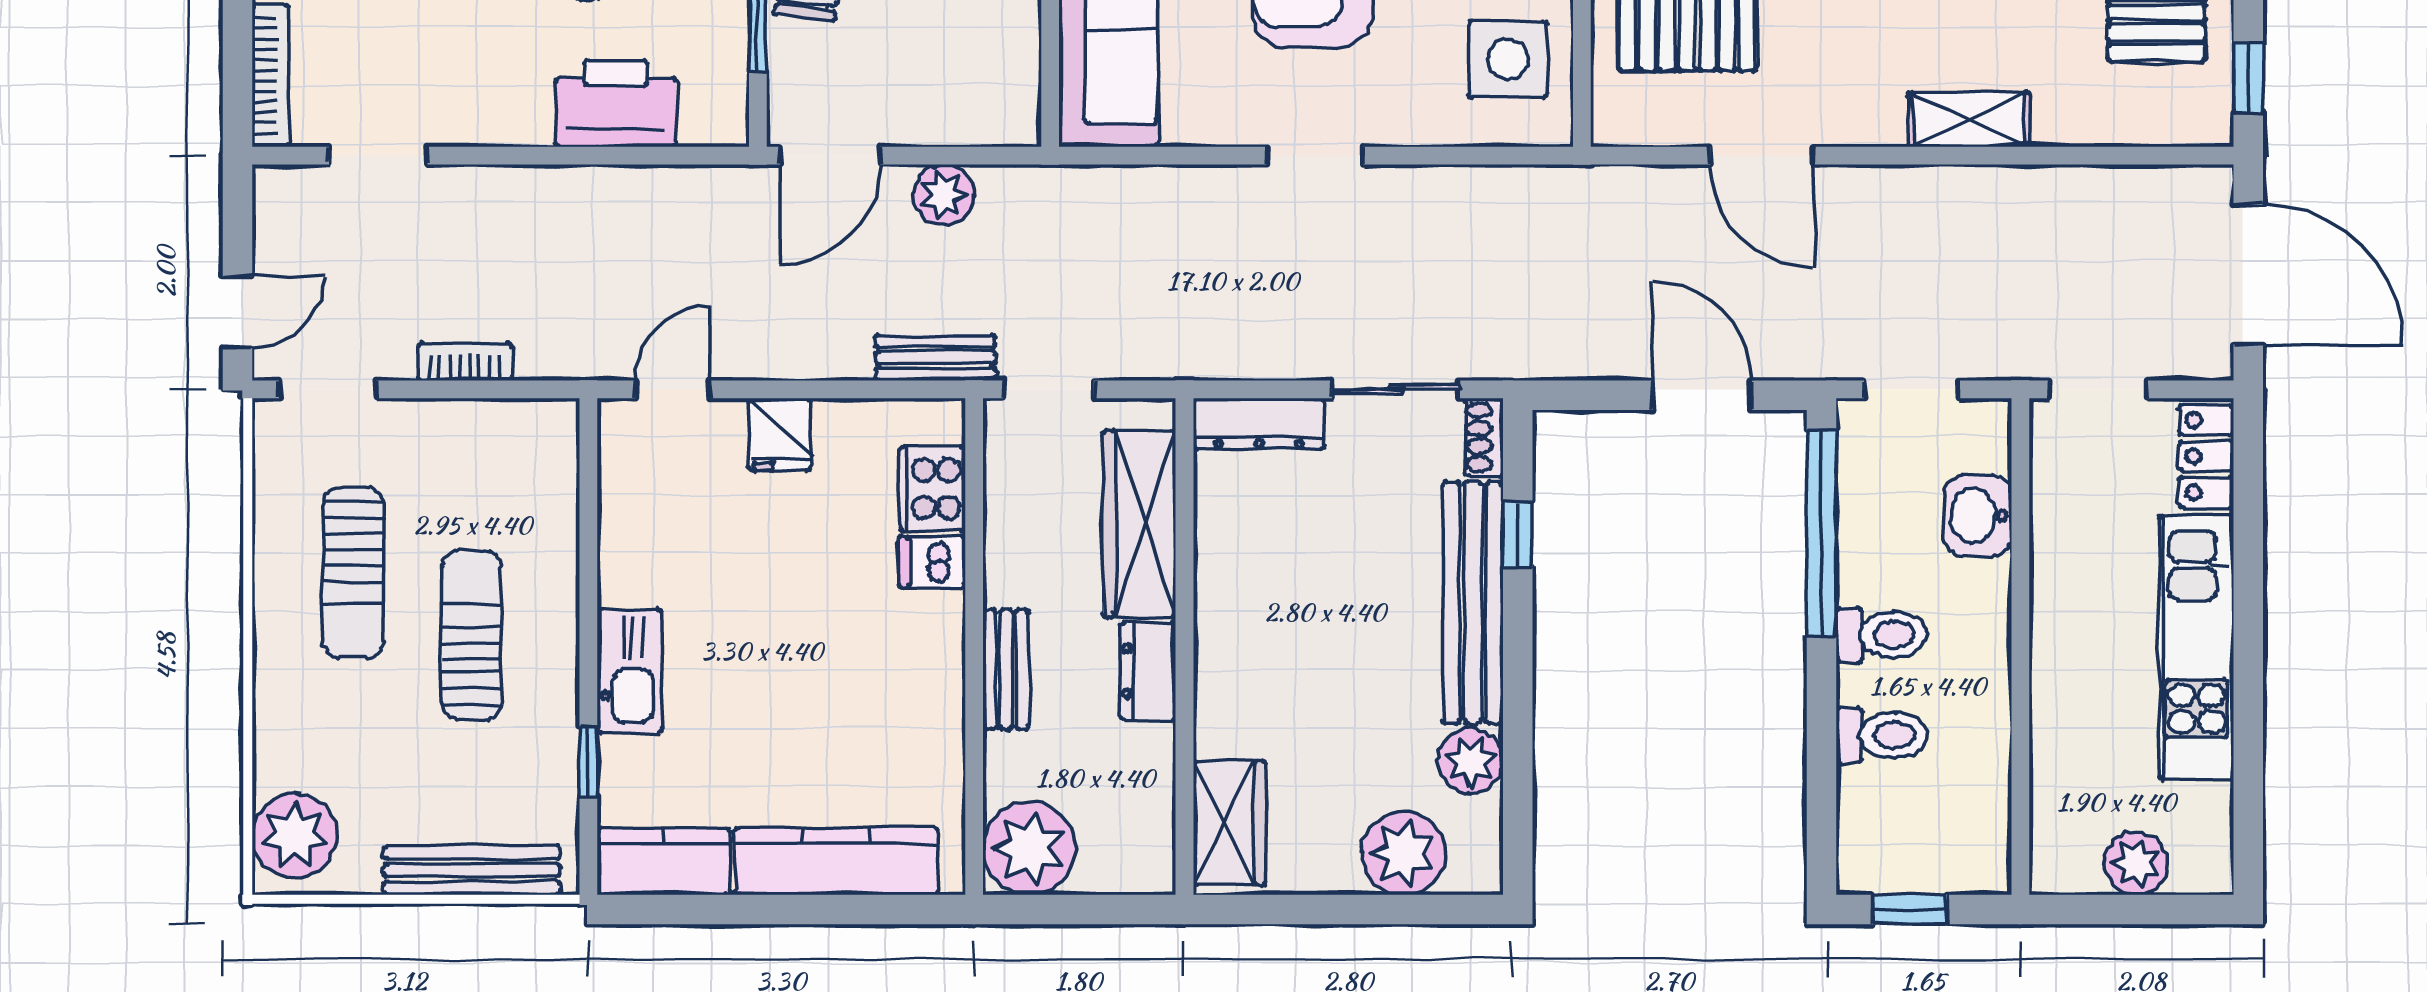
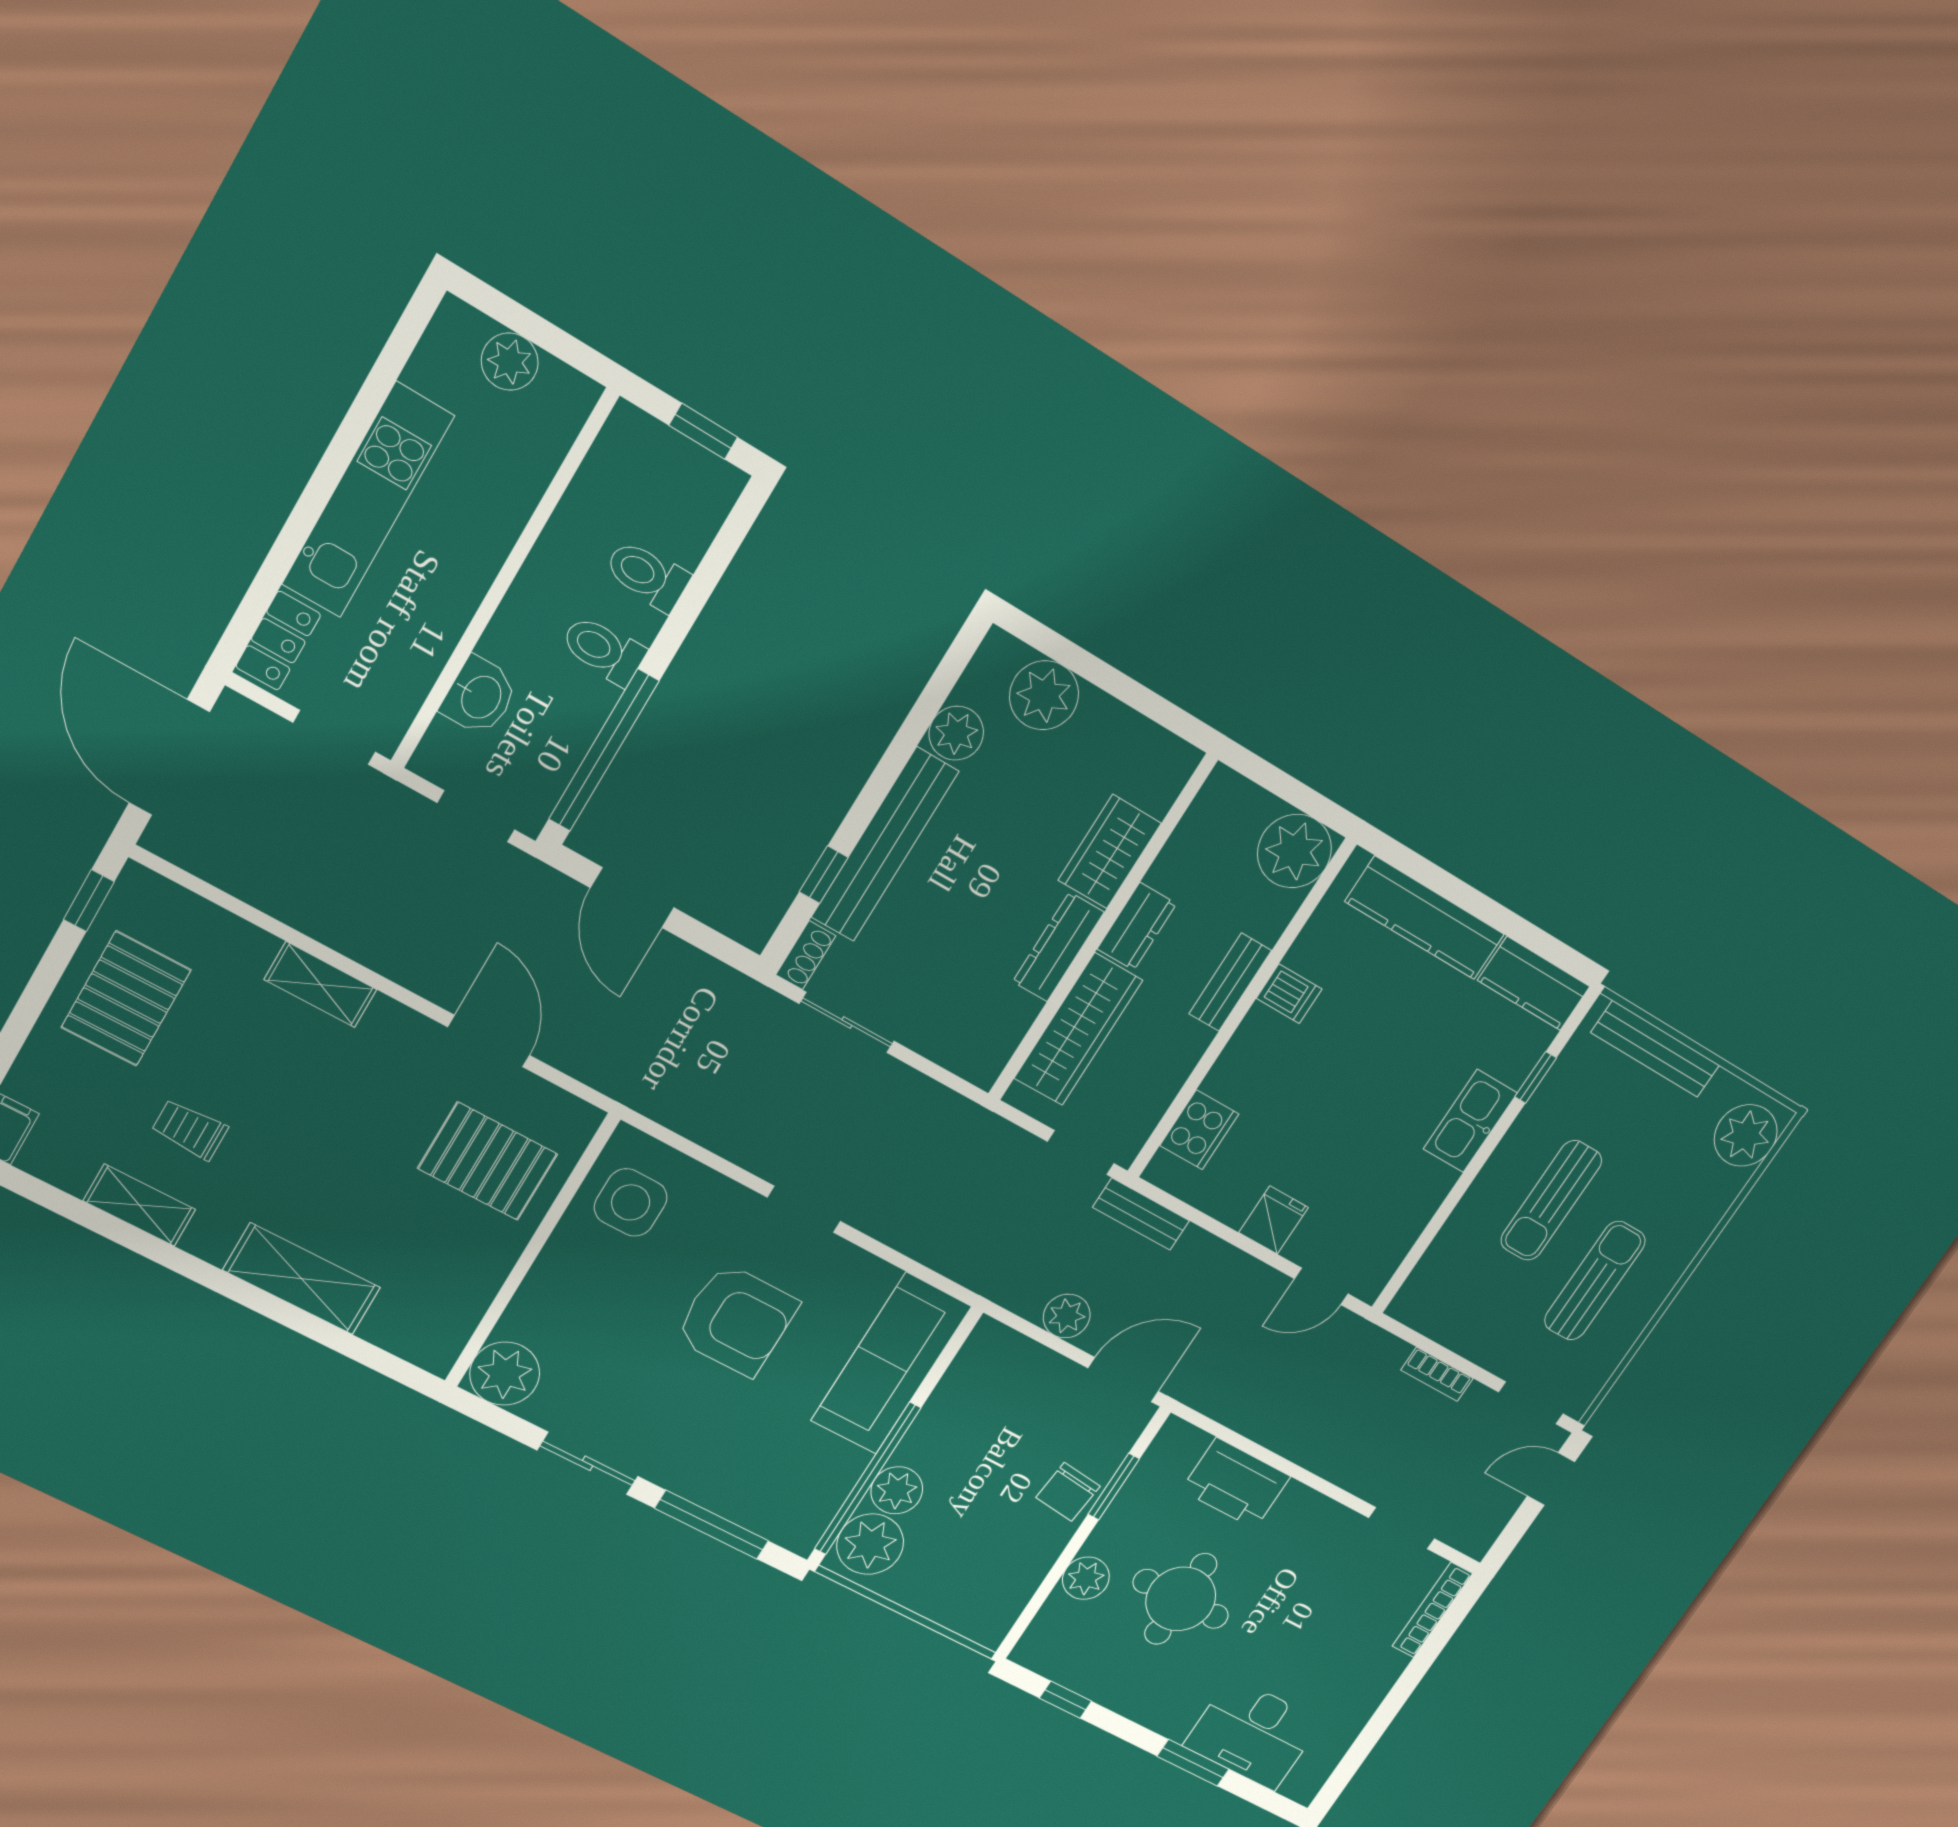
dresser: (1259, 424) -> (1058, 947), moved, turned -90
dishwasher: (932, 562) -> (1289, 994), moved
wardrobe: (1229, 823) -> (1110, 852), moved

